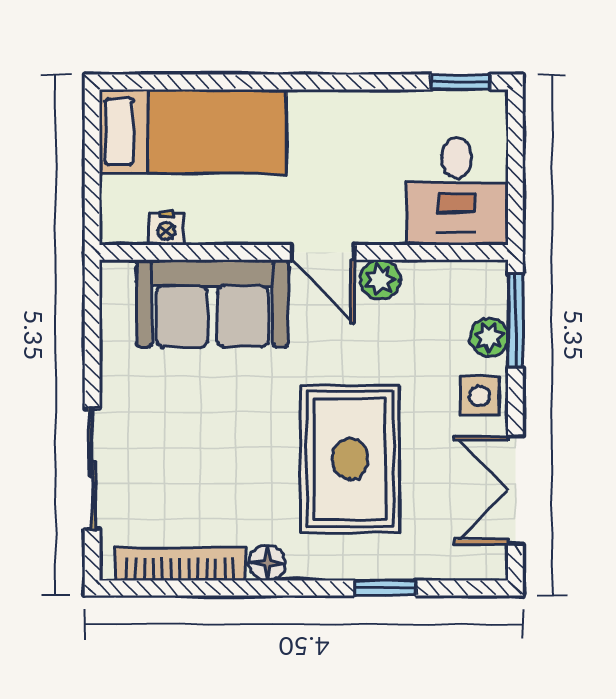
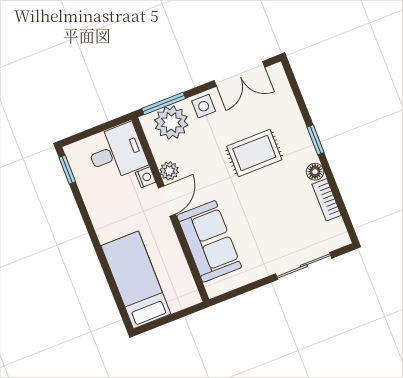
nightstand: (166, 229) -> (146, 177), moved
plant: (489, 337) -> (171, 122), width x1.88, depth x1.88
rug: (350, 459) -> (254, 153), width x0.73, depth x0.70
bookcase: (180, 564) -> (327, 200), width x0.64
window: (385, 588) -> (315, 140), moved

